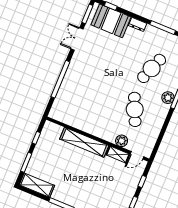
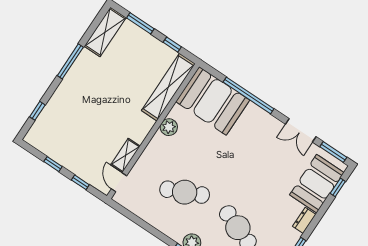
double door: (77, 39) -> (301, 130), swing flipped
booth: (69, 103) -> (213, 101), added
plant: (122, 141) -> (169, 127), moved
shelving: (84, 142) -> (168, 87), moved

